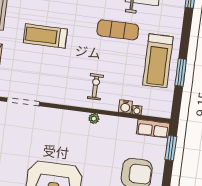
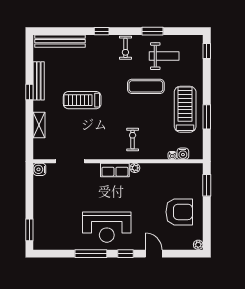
treadmill: (158, 61) -> (185, 109), turned 180
water cooler: (125, 107) -> (183, 154), moved
row of seats: (153, 129) -> (115, 170), moved

